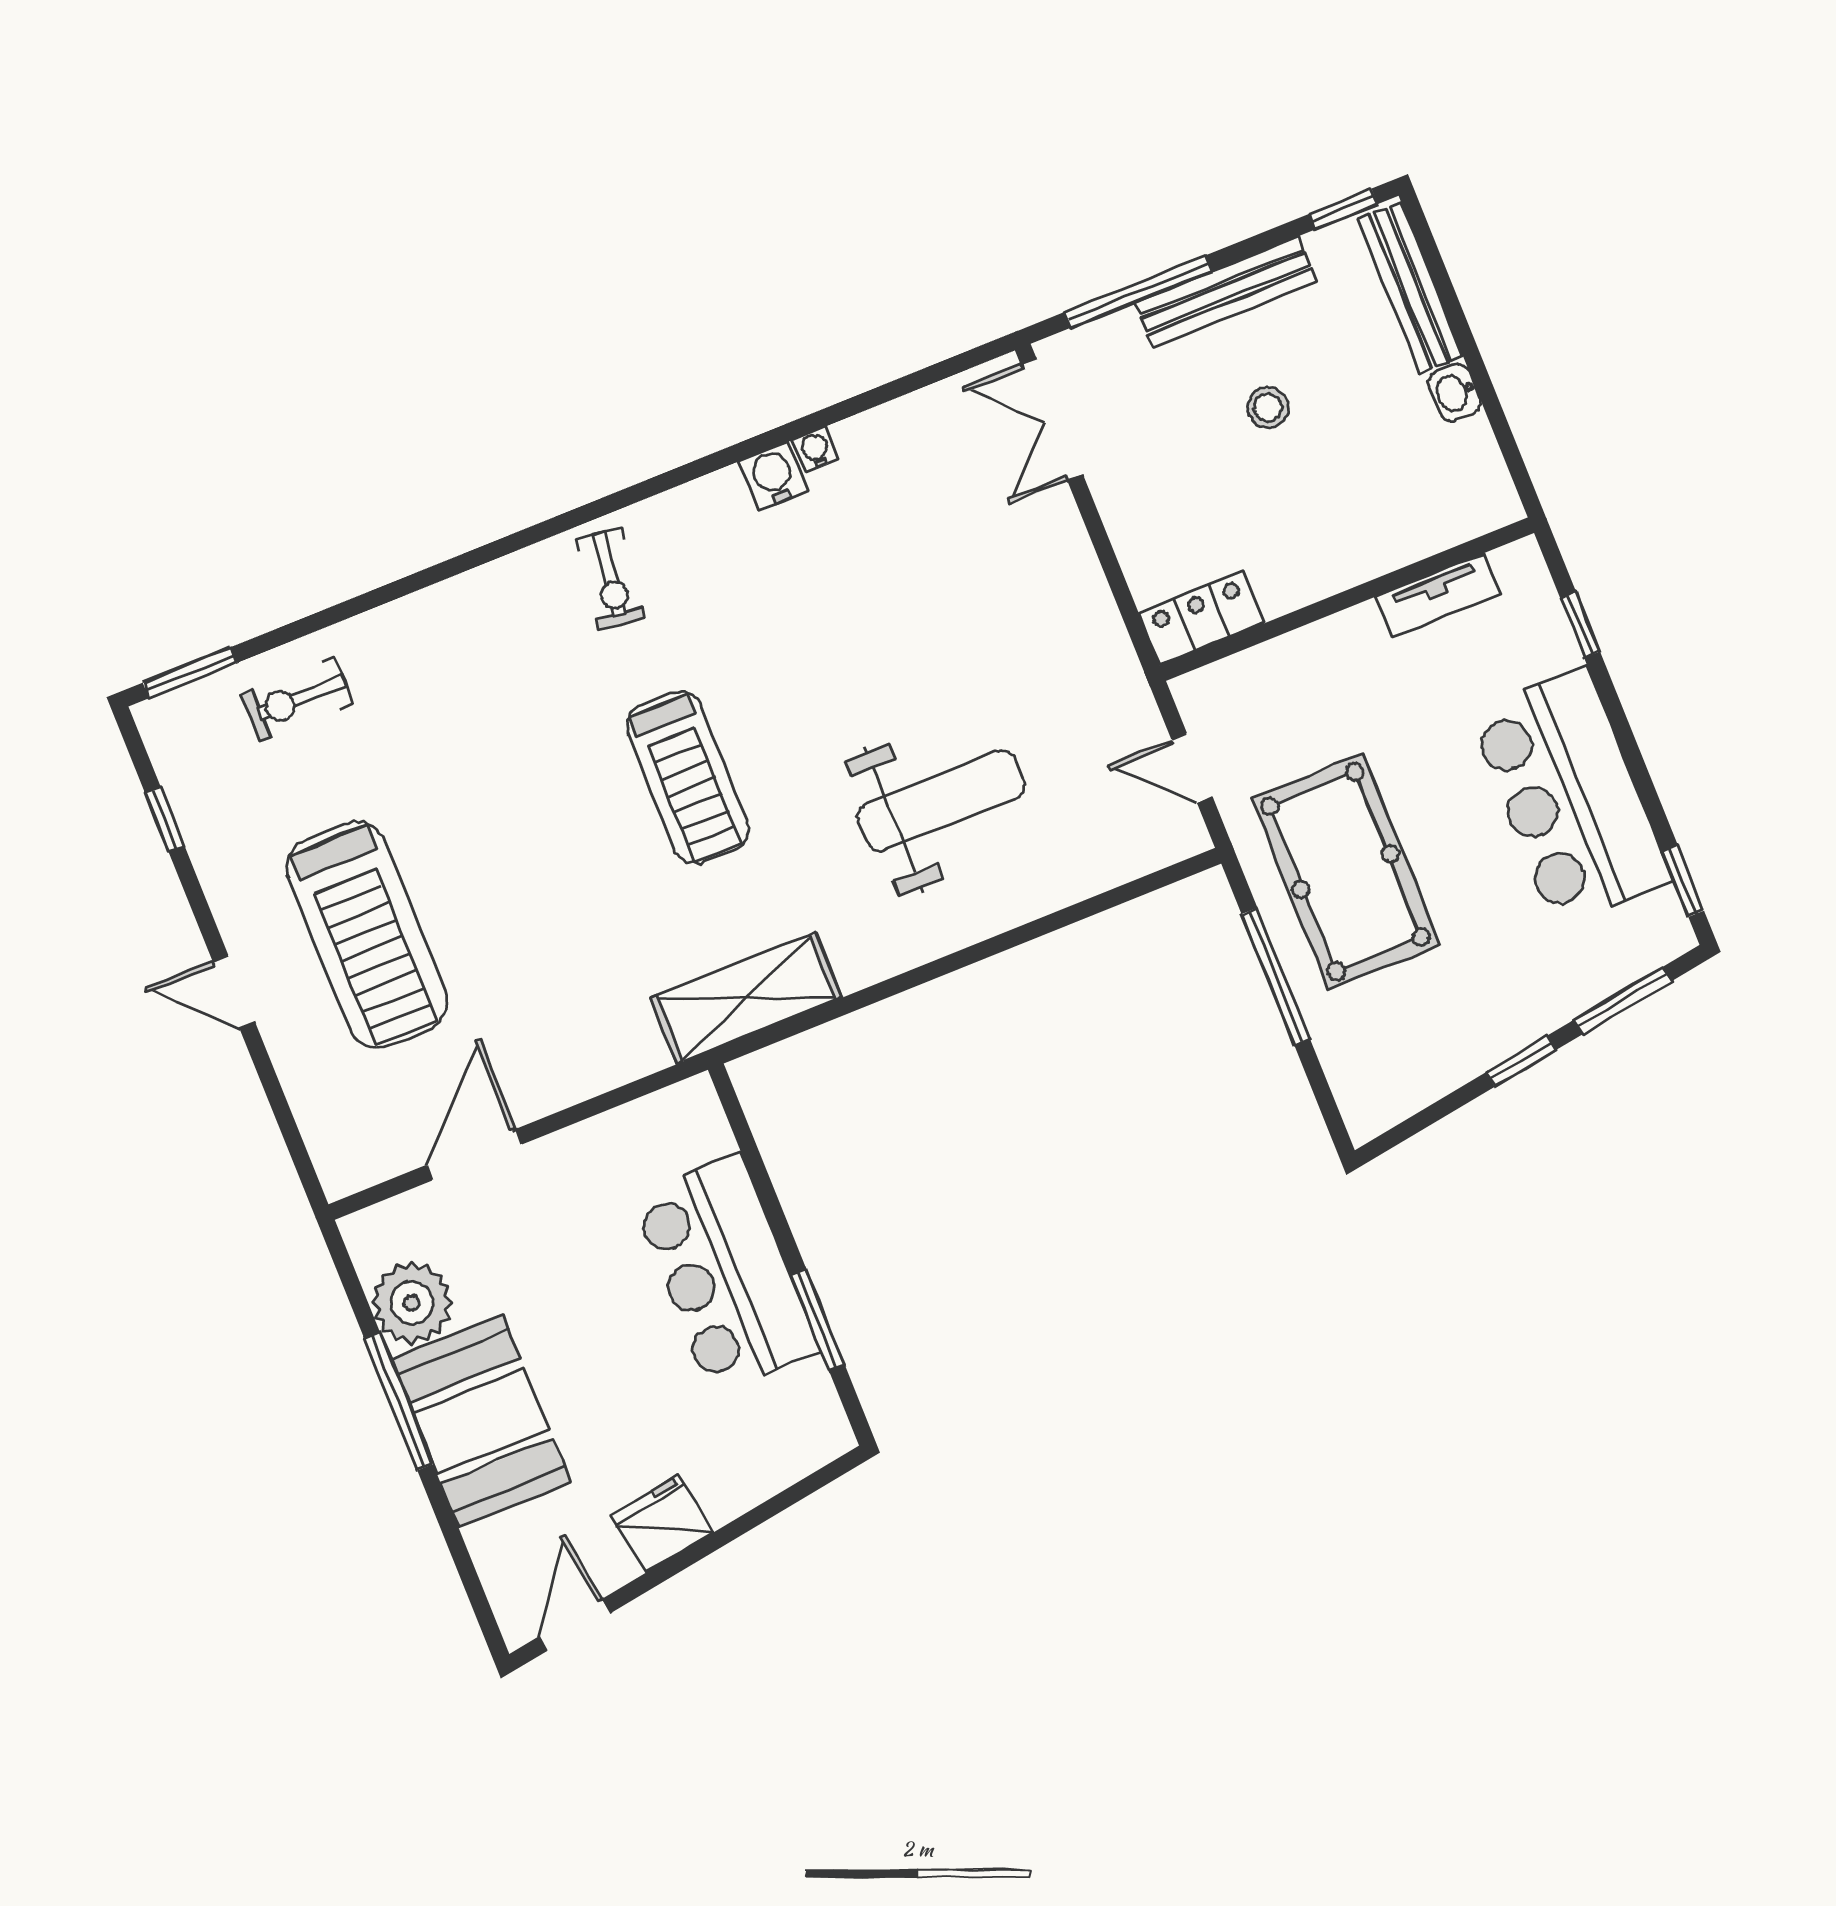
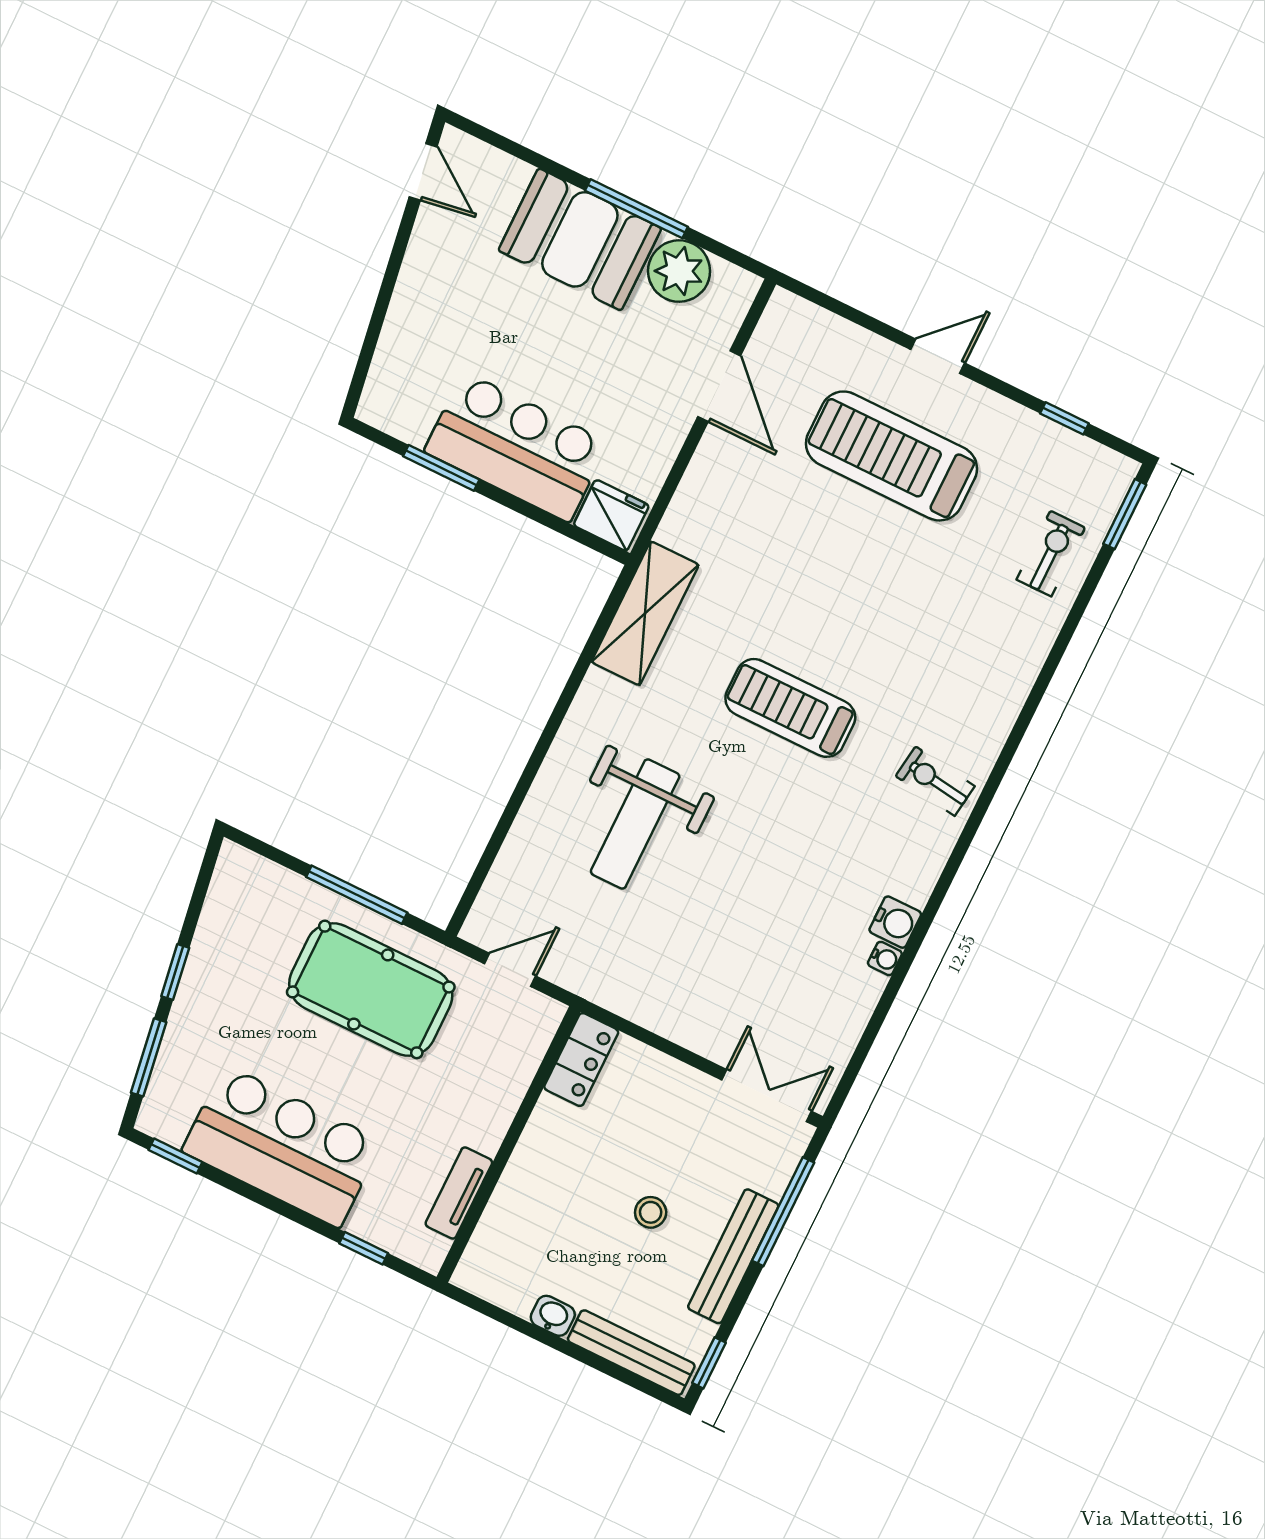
fridge: (662, 1523) -> (611, 515), moved, turned -81

